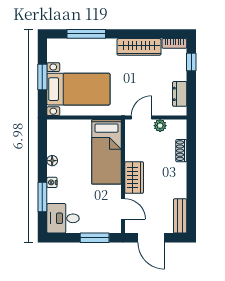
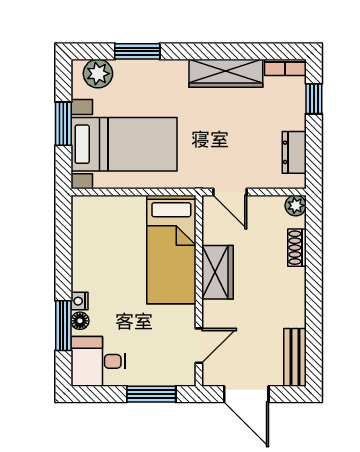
window: (86, 34) -> (137, 51), width x0.69
plant: (63, 47) -> (98, 74), added
door: (141, 118) -> (230, 192), swing flipped
plant: (160, 126) -> (296, 205), moved
floor lamp: (52, 161) -> (80, 321), moved
wardrobe: (134, 178) -> (218, 272), moved
door: (123, 209) -> (199, 346), hinge flipped

